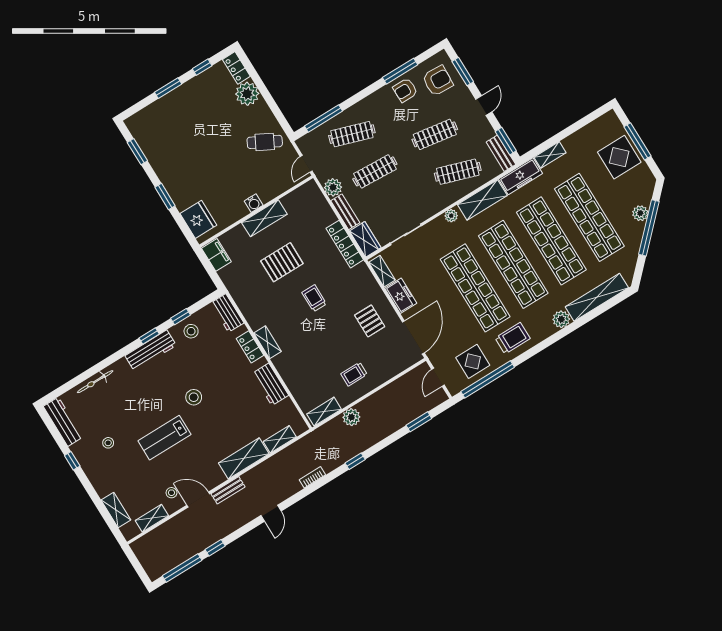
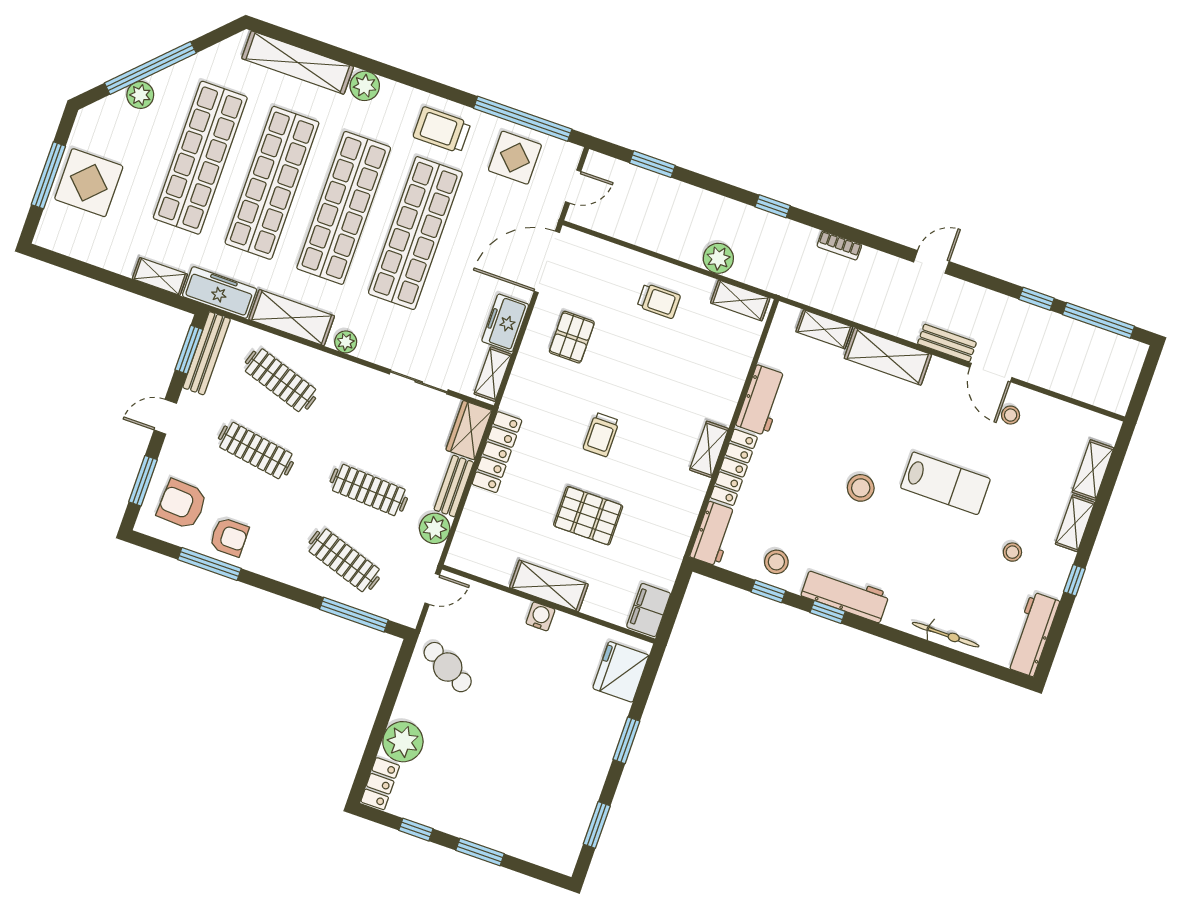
bench: (501, 153) -> (207, 353), width x1.36
locker: (250, 347) -> (734, 467), width x1.53
shelving: (152, 518) -> (1075, 523), moved, turned 90

